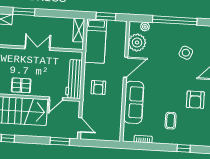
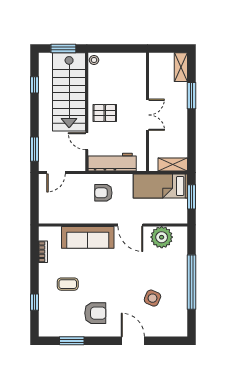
plant: (145, 27) -> (182, 246), removed
pallet: (21, 85) -> (105, 113), moved, turned 90
armchair: (195, 100) -> (95, 313), turned 180

